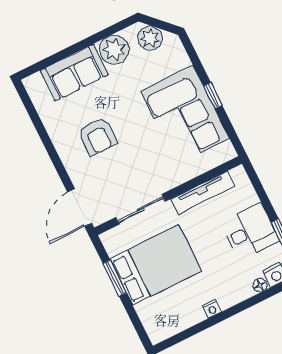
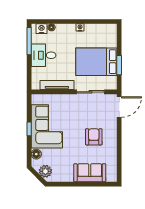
plant: (114, 50) -> (65, 174), removed
floor lamp: (180, 59) -> (36, 154), added

